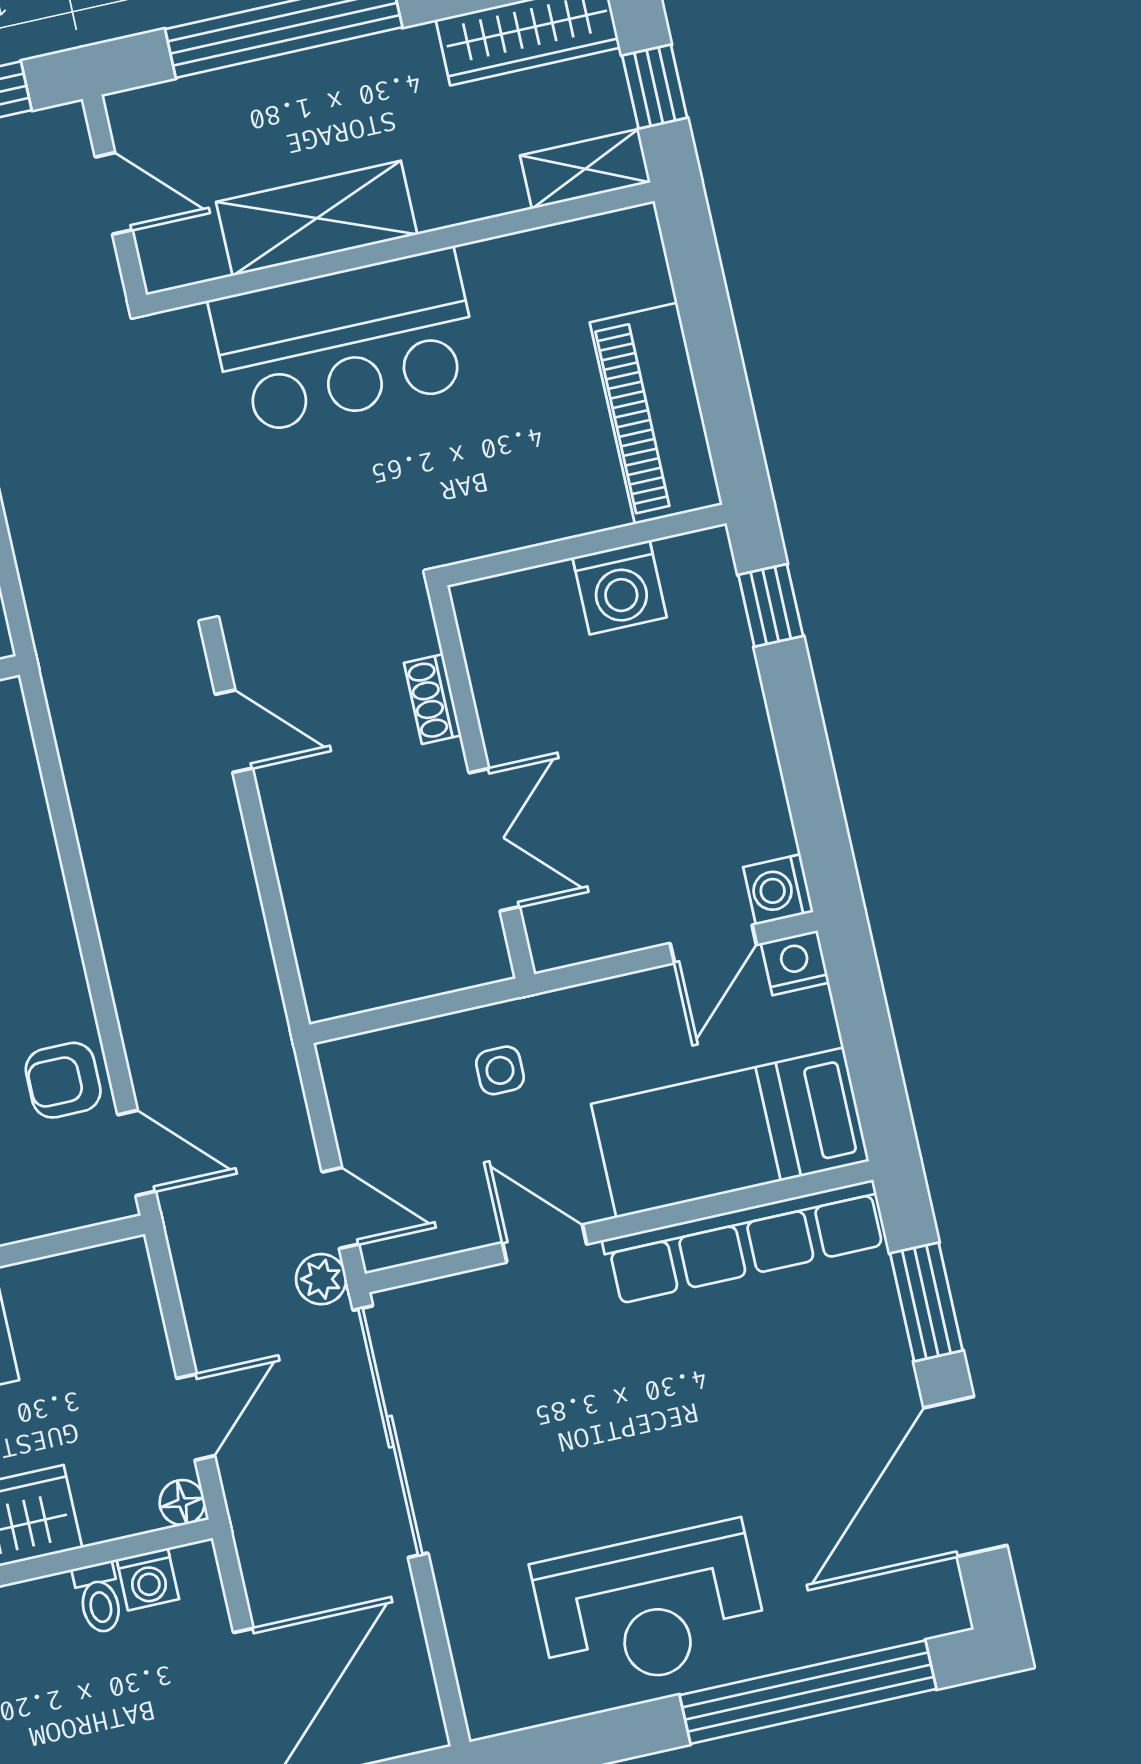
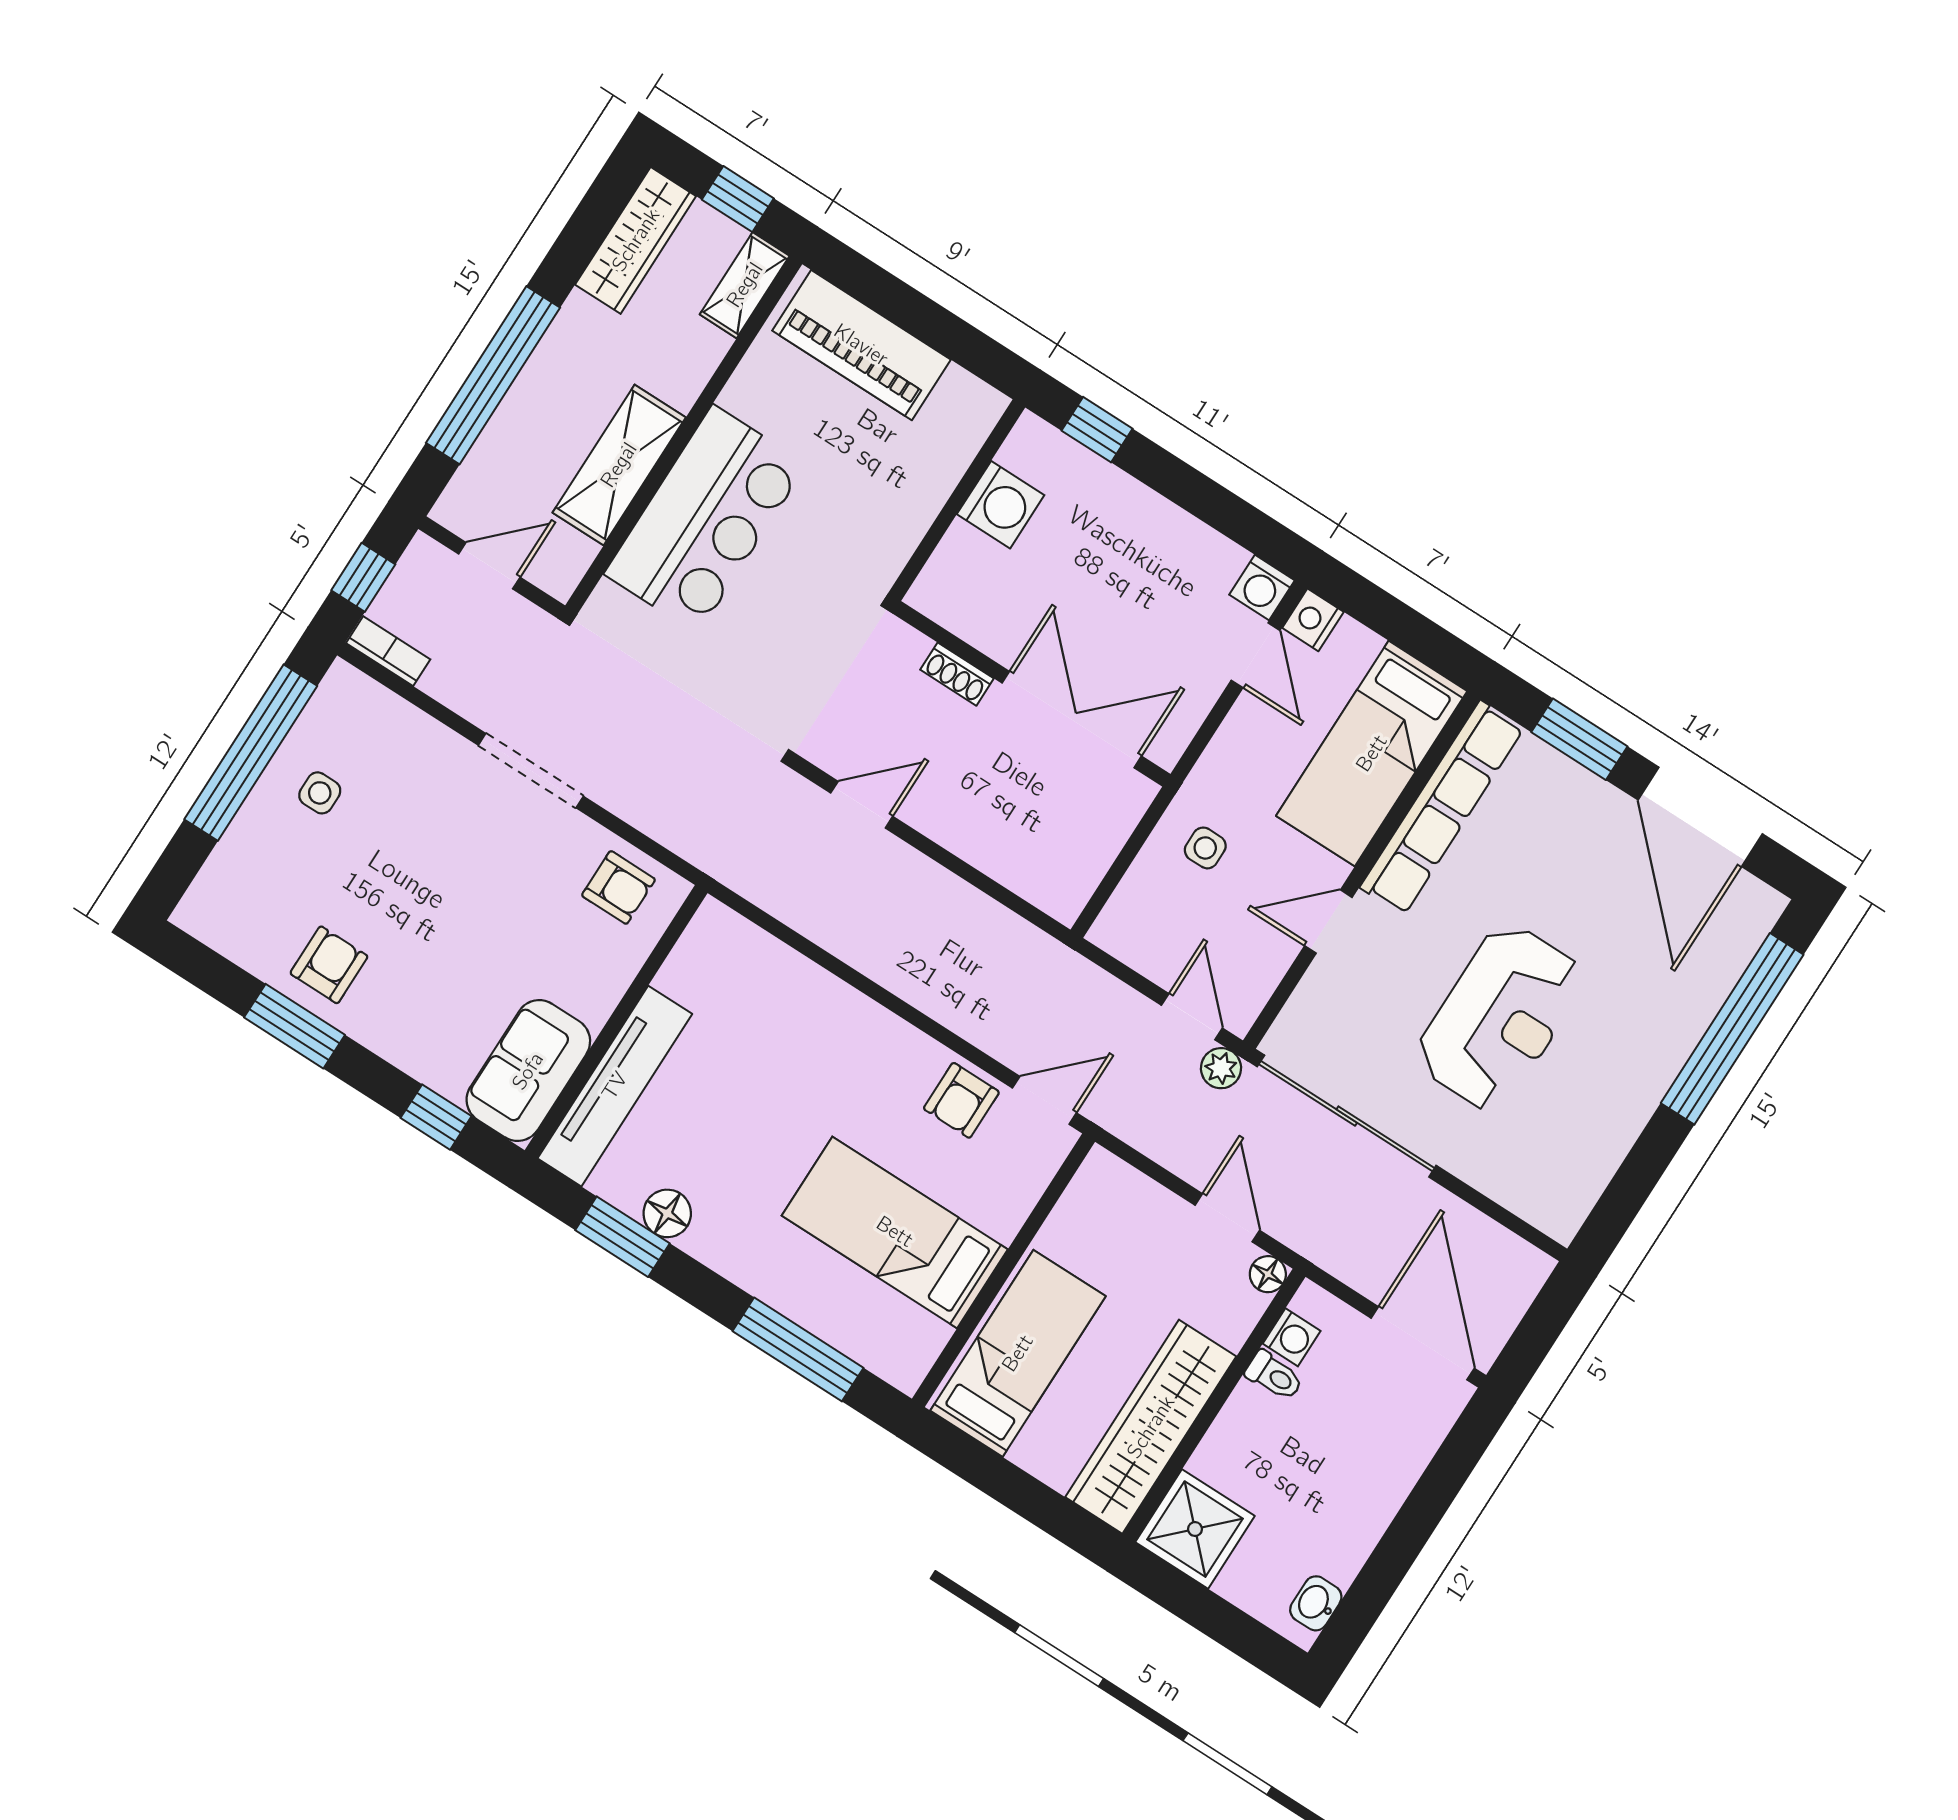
piano: (656, 413) -> (861, 345), moved
double door: (494, 840) -> (1072, 720), width x1.37
door: (340, 1208) -> (1192, 1017), hinge flipped
reception desk: (650, 1607) -> (1500, 1017), moved

